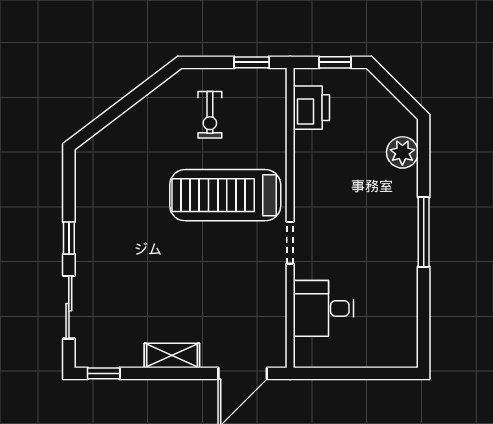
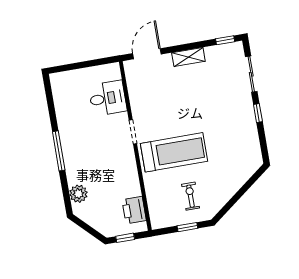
window: (252, 62) -> (187, 227), moved

